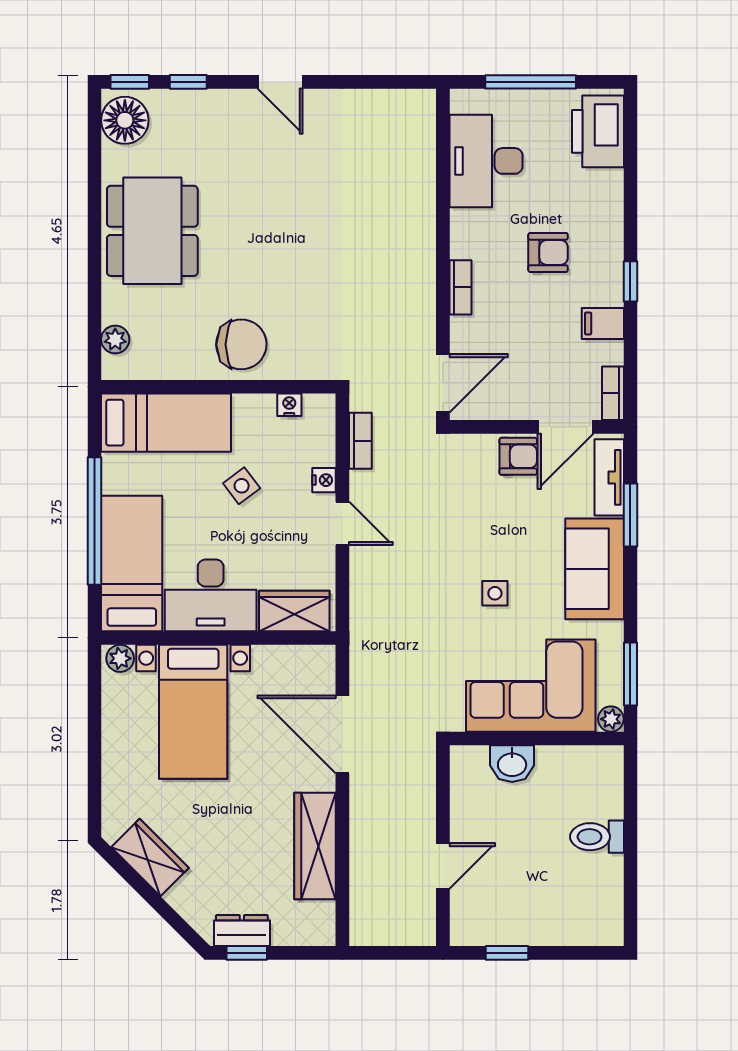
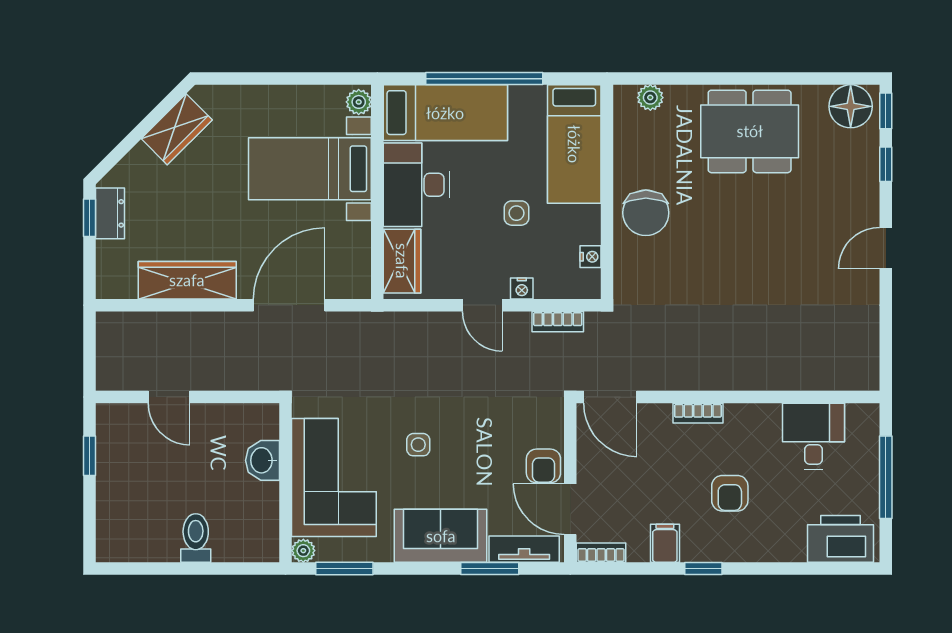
desk: (486, 161) -> (814, 437), width x0.73
side table: (242, 486) -> (516, 213), turned 37
door: (342, 523) -> (482, 305), hinge flipped

